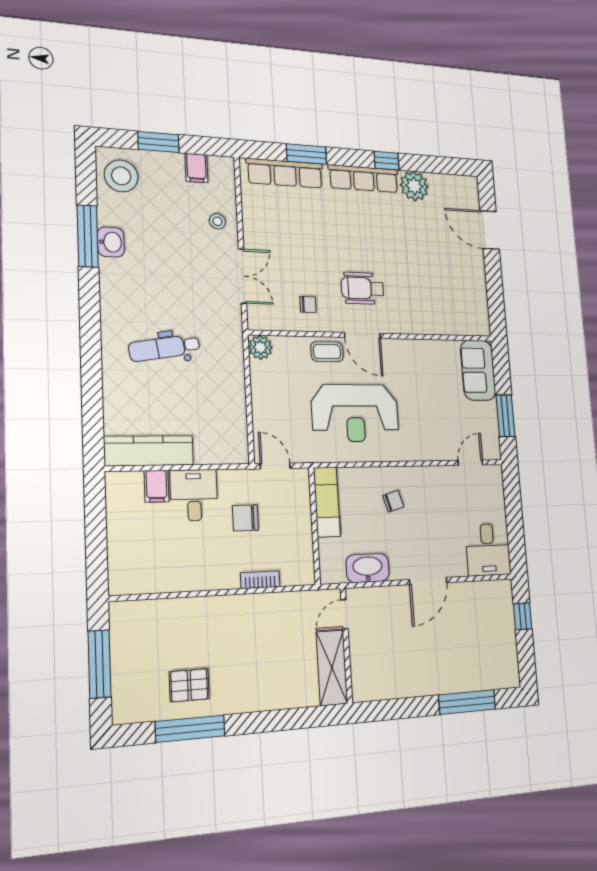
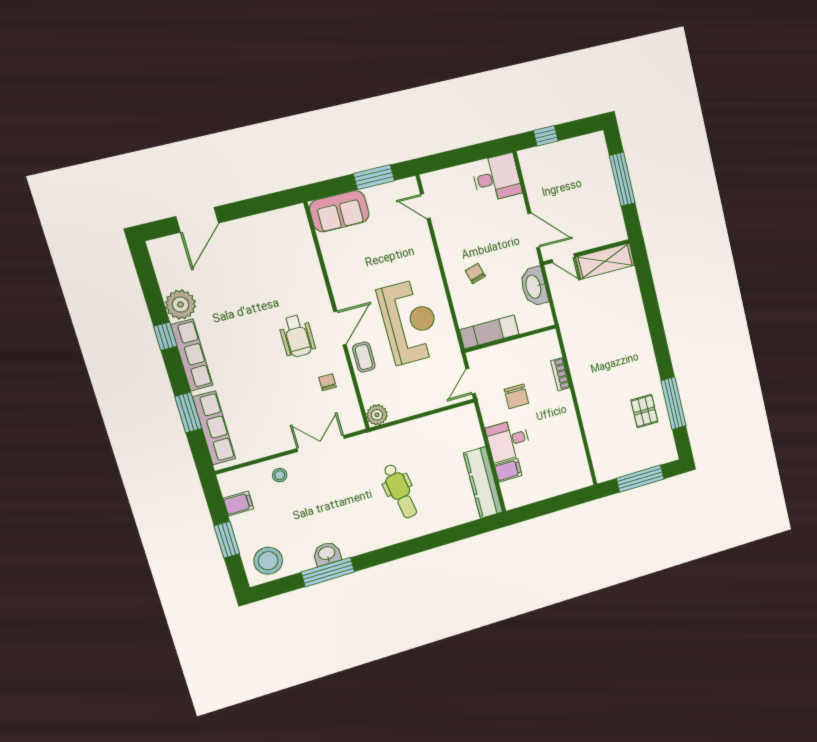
door: (344, 614) -> (563, 258), moved
wall: (346, 645) -> (587, 252), moved
shelving: (332, 668) -> (605, 261), moved

